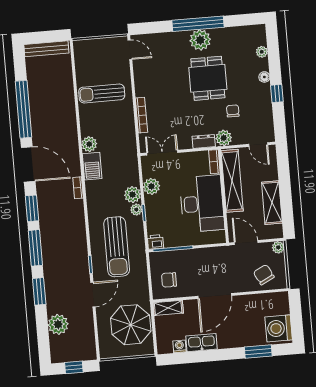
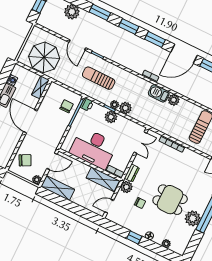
plant: (200, 40) -> (193, 218), moved
shelving: (232, 181) -> (103, 179), width x0.68
plant: (151, 186) -> (111, 117), moved
shelving: (272, 203) -> (58, 188), moved
sun lounger: (117, 247) -> (99, 78), width x0.73, depth x0.75
window: (35, 248) -> (129, 27), width x0.69
chair: (169, 280) -> (67, 106), moved

